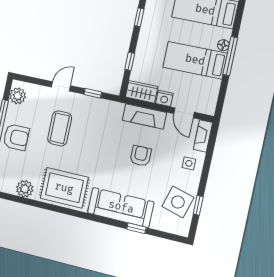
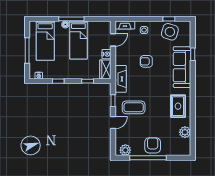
door: (61, 86) -> (113, 122), swing flipped
fireplace: (144, 116) -> (121, 79), moved
coffee table: (60, 128) -> (134, 107), moved
rug: (64, 188) -> (178, 106), width x0.73, depth x0.70

